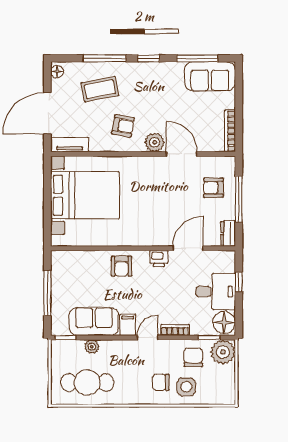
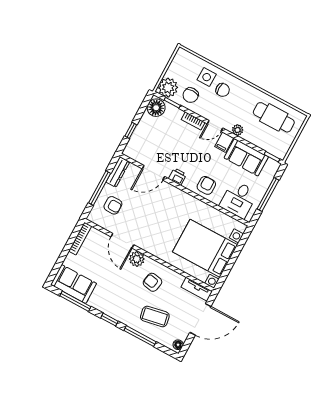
dresser: (228, 233) -> (118, 172), width x1.44
desk: (216, 292) -> (239, 199), moved, turned -90
plant: (92, 347) -> (238, 130), moved

